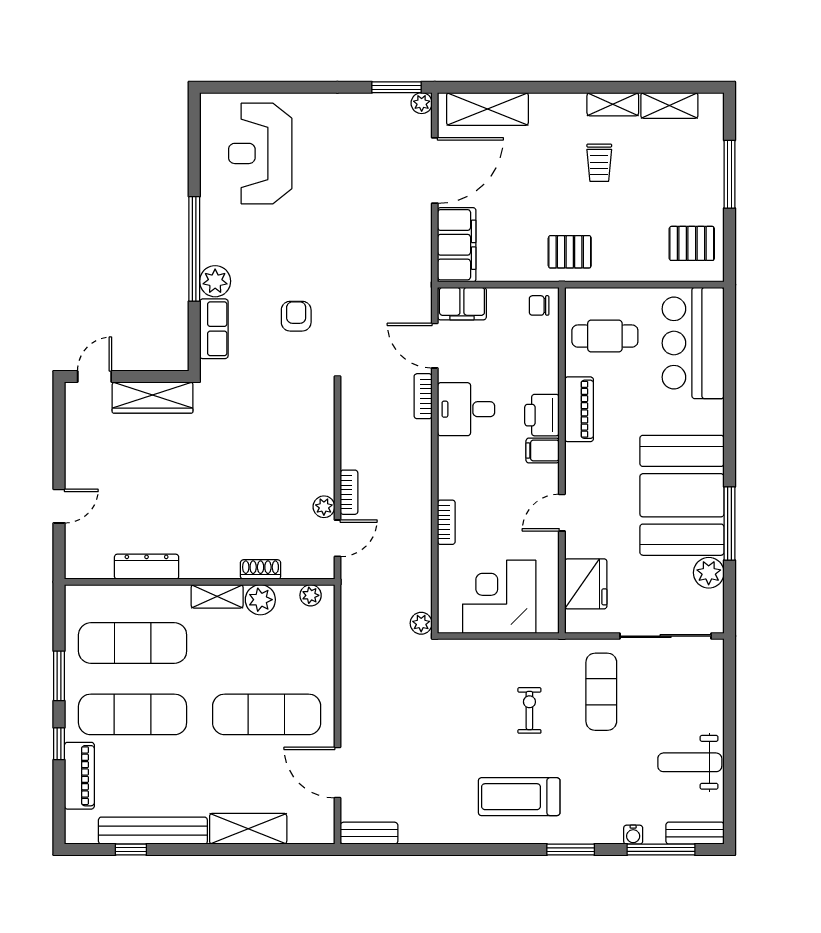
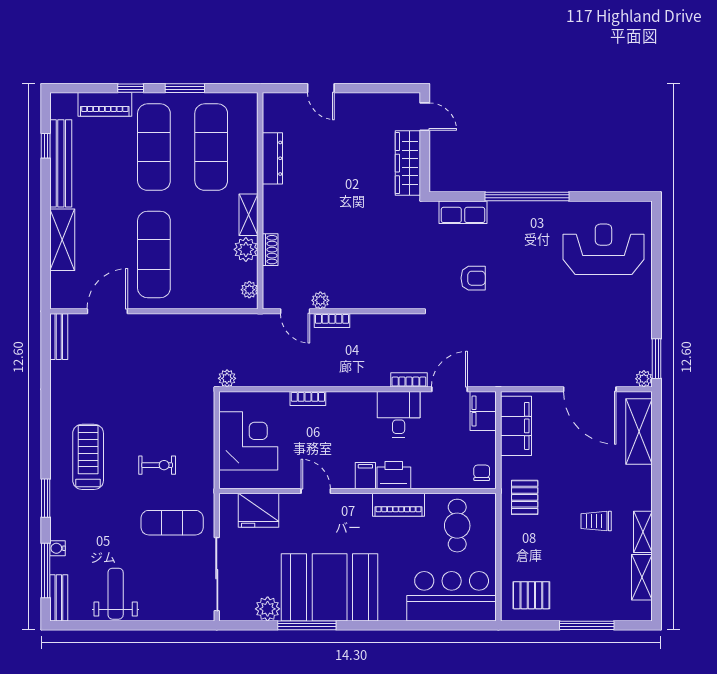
pallet: (692, 243) -> (531, 595), turned 90
filing cabinet: (457, 245) -> (516, 426), moved, turned -90
plant: (215, 281) -> (501, 213), removed

